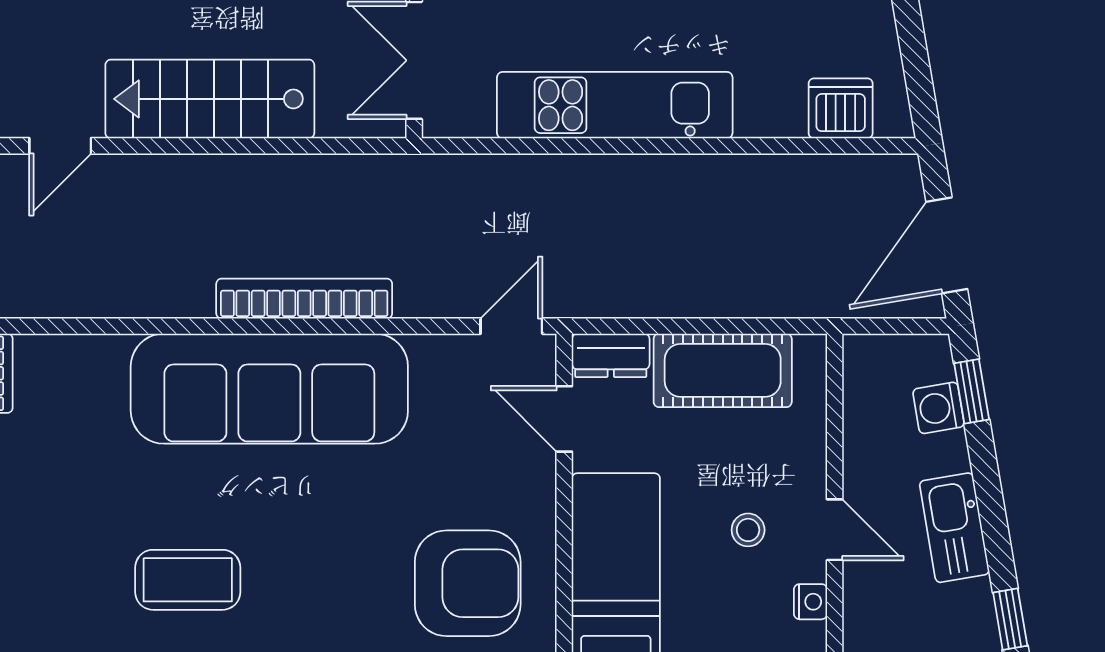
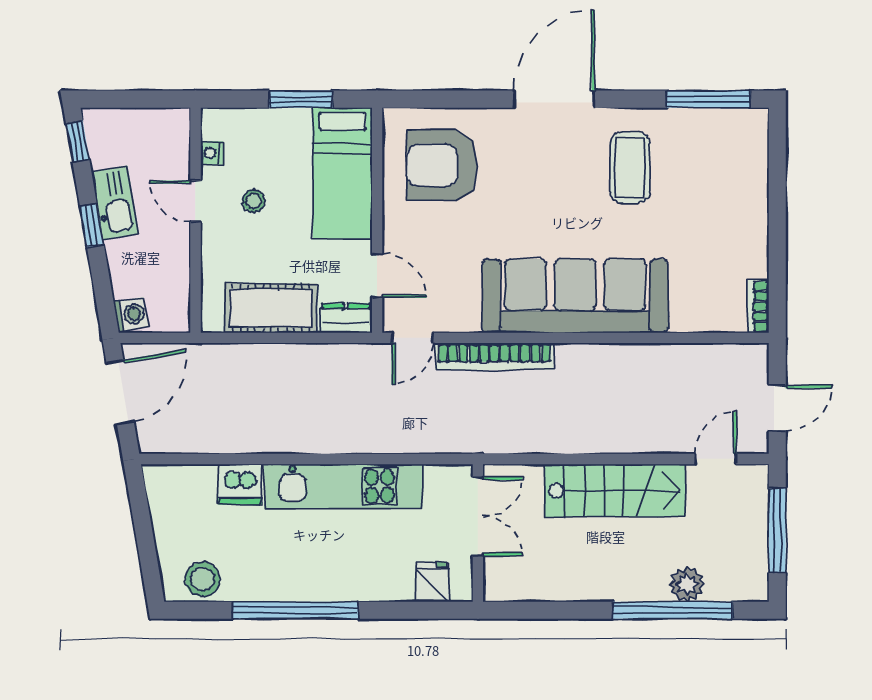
dishwasher: (841, 108) -> (240, 484), moved
bookcase: (304, 299) -> (494, 356), moved
window: (972, 391) -> (92, 226), moved
washing machine: (939, 408) -> (131, 314), moved
coffee table: (188, 580) -> (630, 168), turned 90

